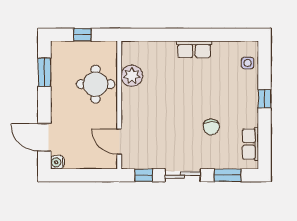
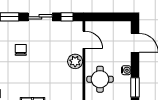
plant: (132, 76) -> (75, 61), moved
water cooler: (57, 162) -> (126, 70), moved

